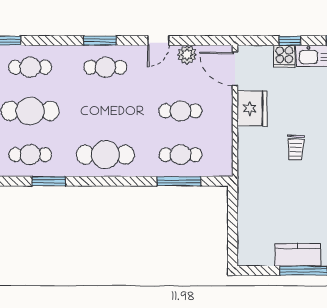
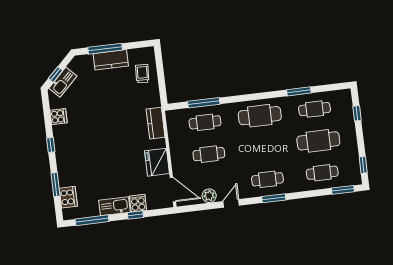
trolley: (296, 148) -> (142, 74), moved
kitchen counter: (247, 162) -> (156, 123), added

